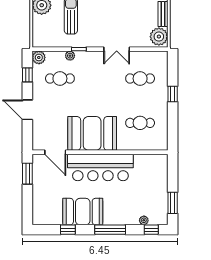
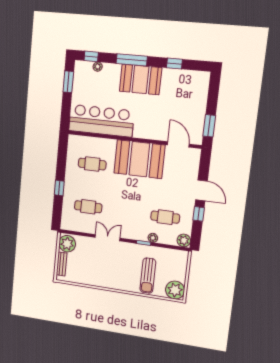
window: (27, 75) -> (199, 214), moved
bar counter: (100, 167) -> (101, 121), moved
booth: (83, 212) -> (140, 79), moved

